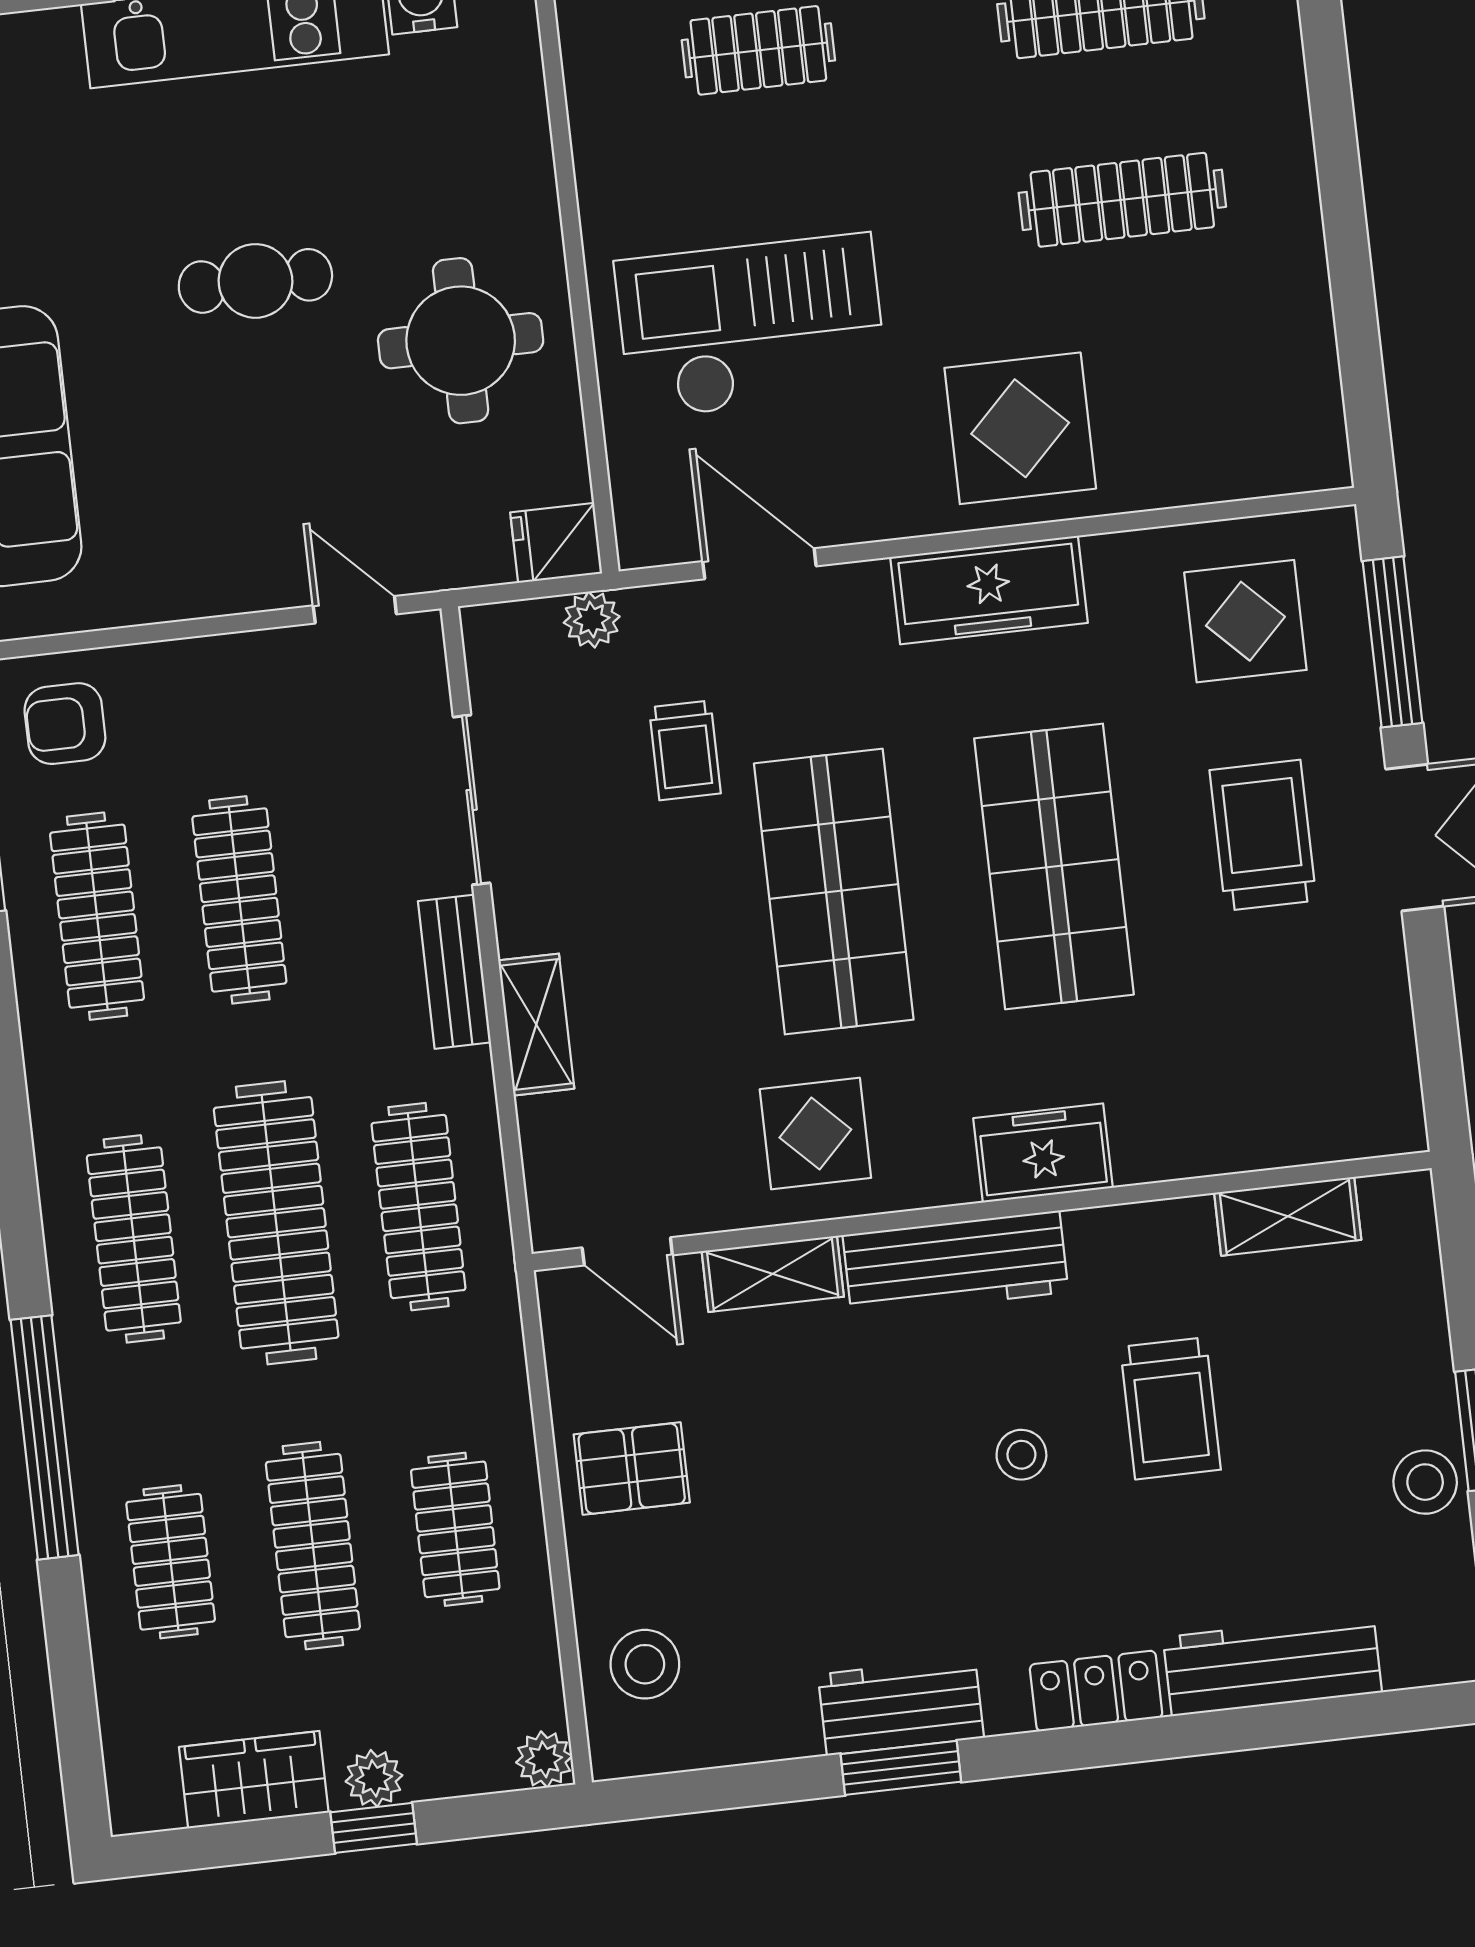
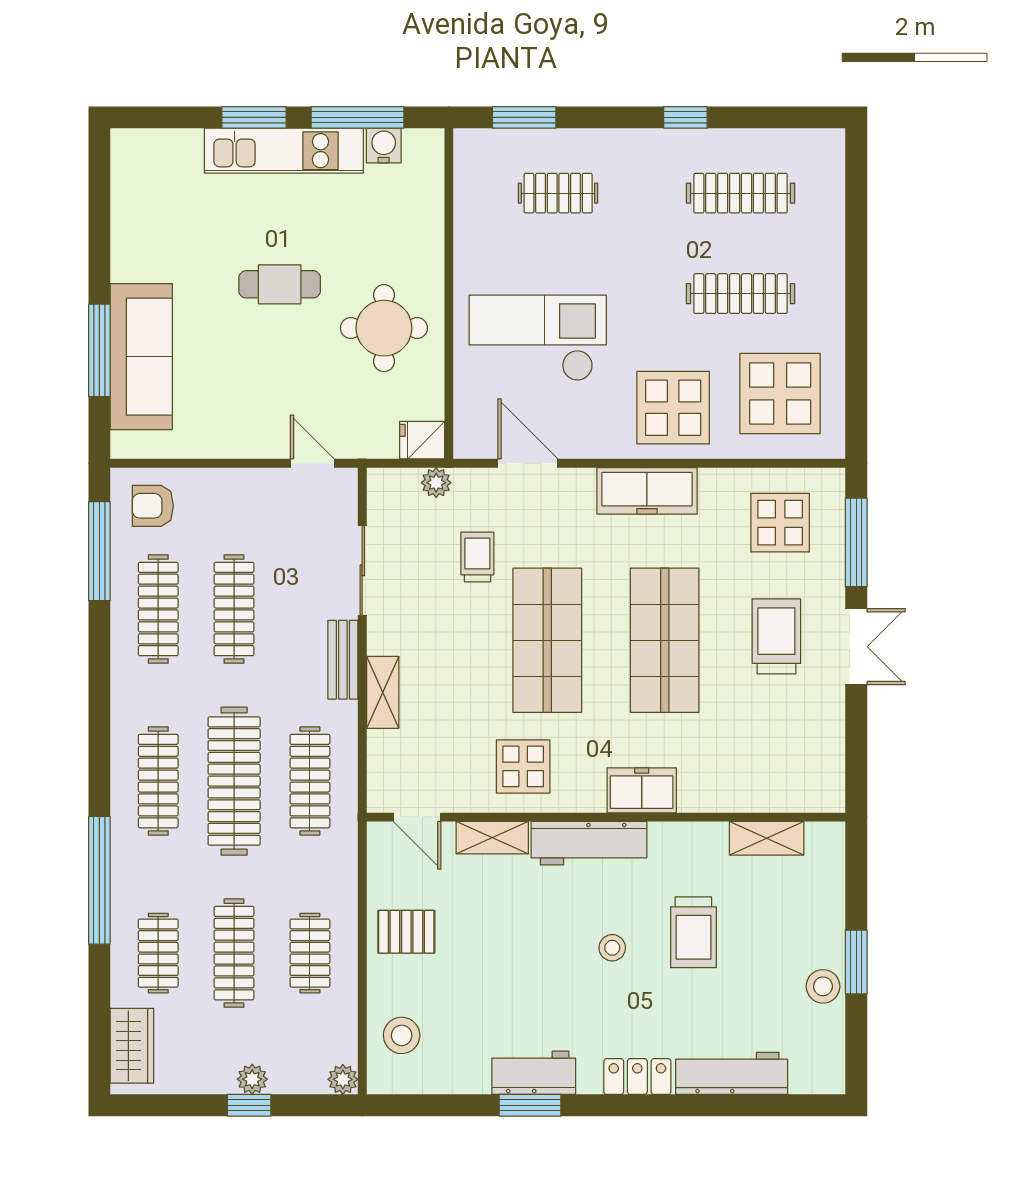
display table: (1218, 379) -> (780, 394), added
trolley: (685, 750) -> (477, 557), turned 180
wardrobe: (254, 1780) -> (132, 1046), moved, turned 90

